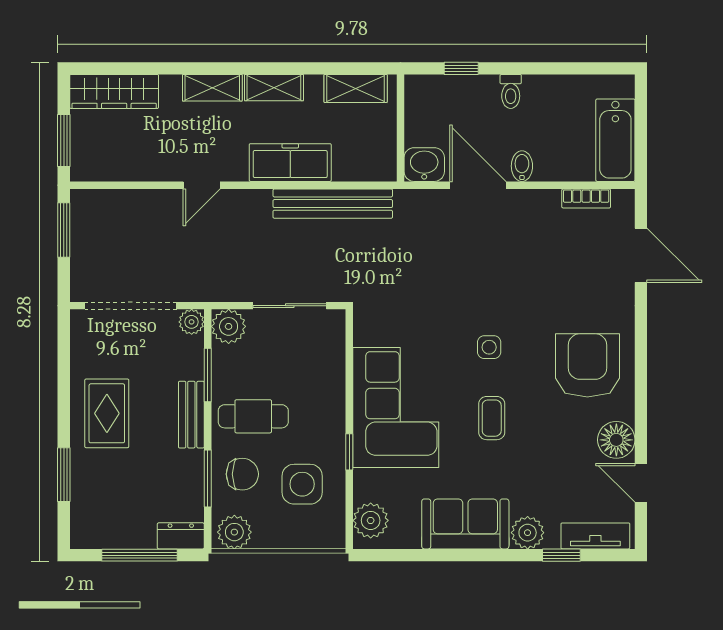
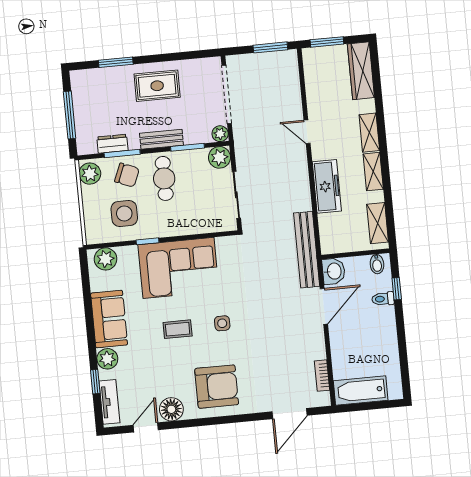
toilet: (511, 91) -> (383, 299), moved
bidet: (522, 166) -> (377, 264), moved, turned 90
bench: (333, 204) -> (307, 250), moved
chair: (242, 474) -> (127, 175), turned -68
dresser: (181, 536) -> (112, 144), moved, turned -90

